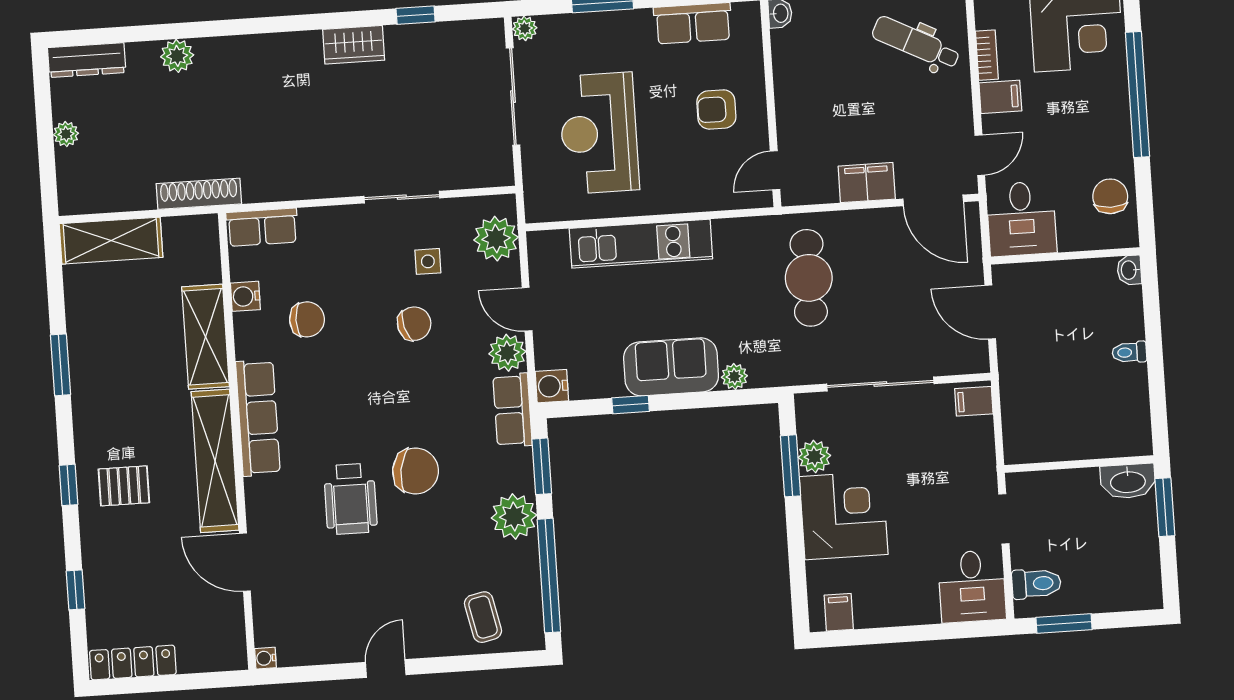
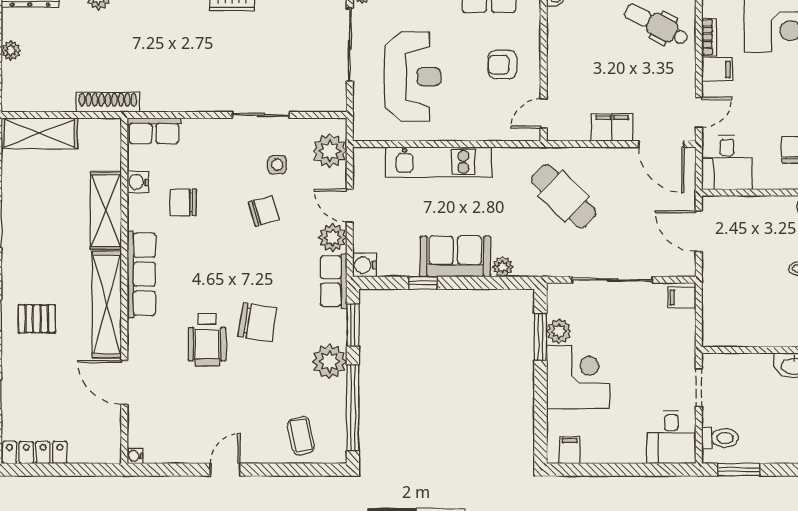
reception desk: (599, 133) -> (413, 77), turned 180
cafe table: (809, 278) -> (564, 196), turned -46
chair: (307, 319) -> (183, 202), turned 180

